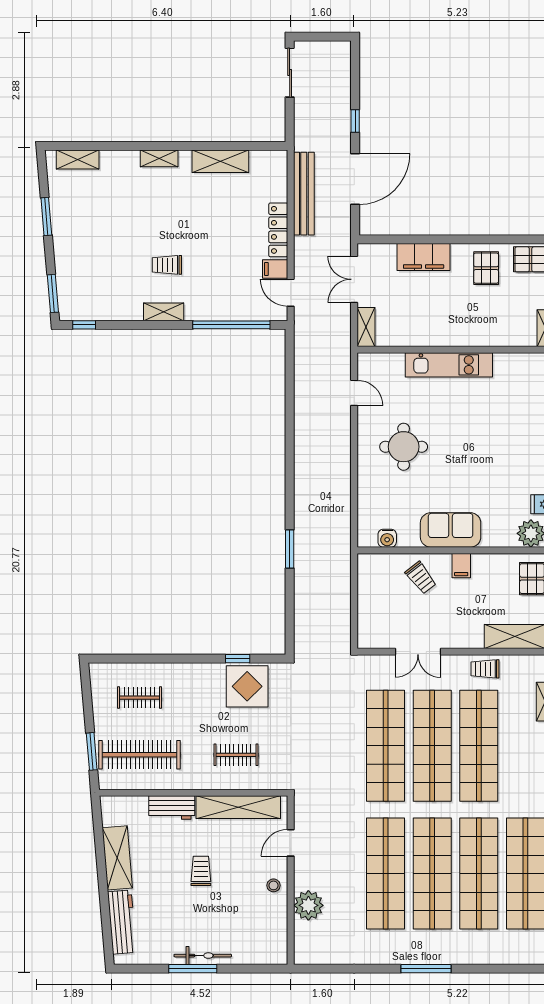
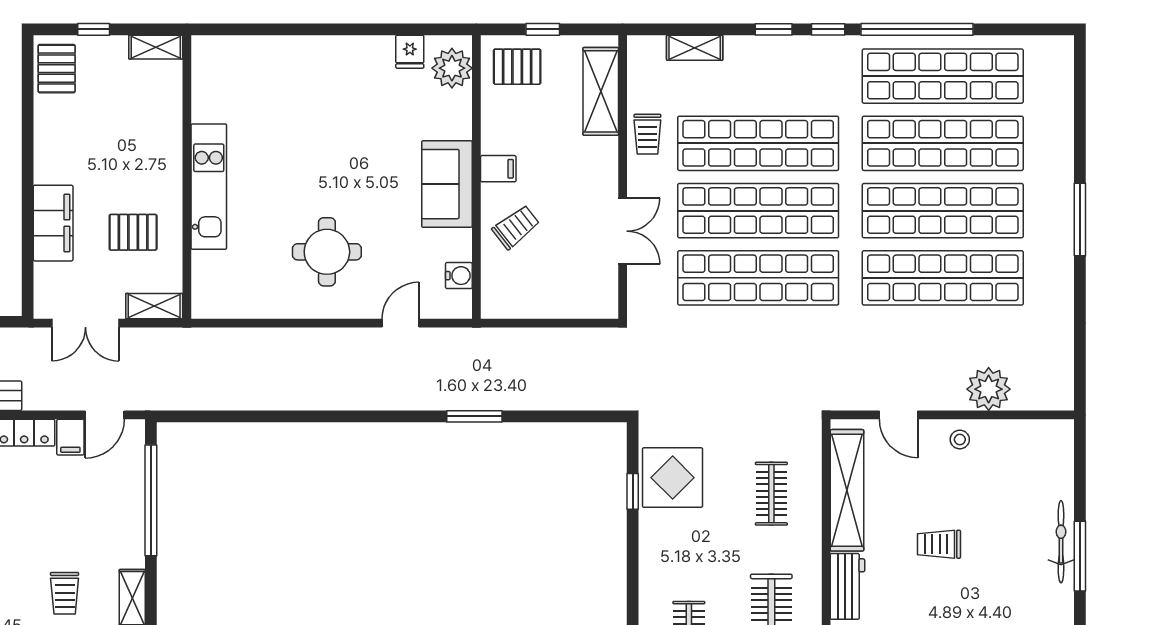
pallet: (486, 268) -> (133, 232), moved
door: (354, 393) -> (401, 323), moved

